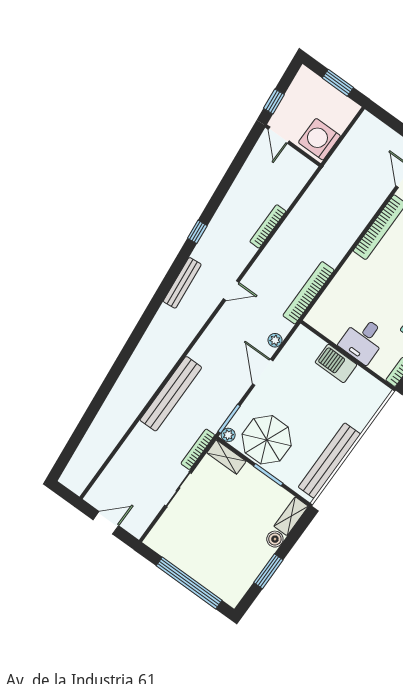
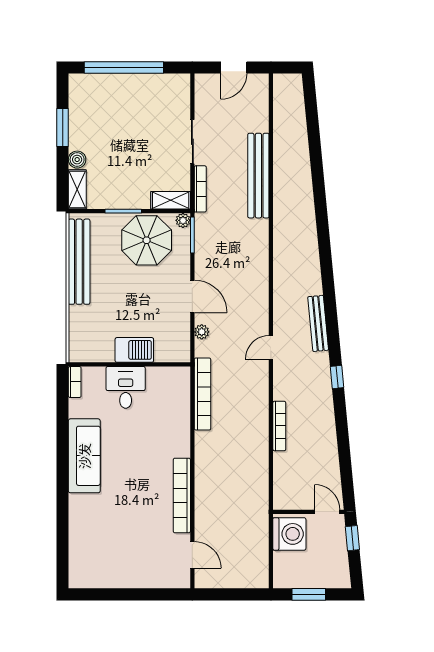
bench: (171, 394) -> (258, 176), moved

